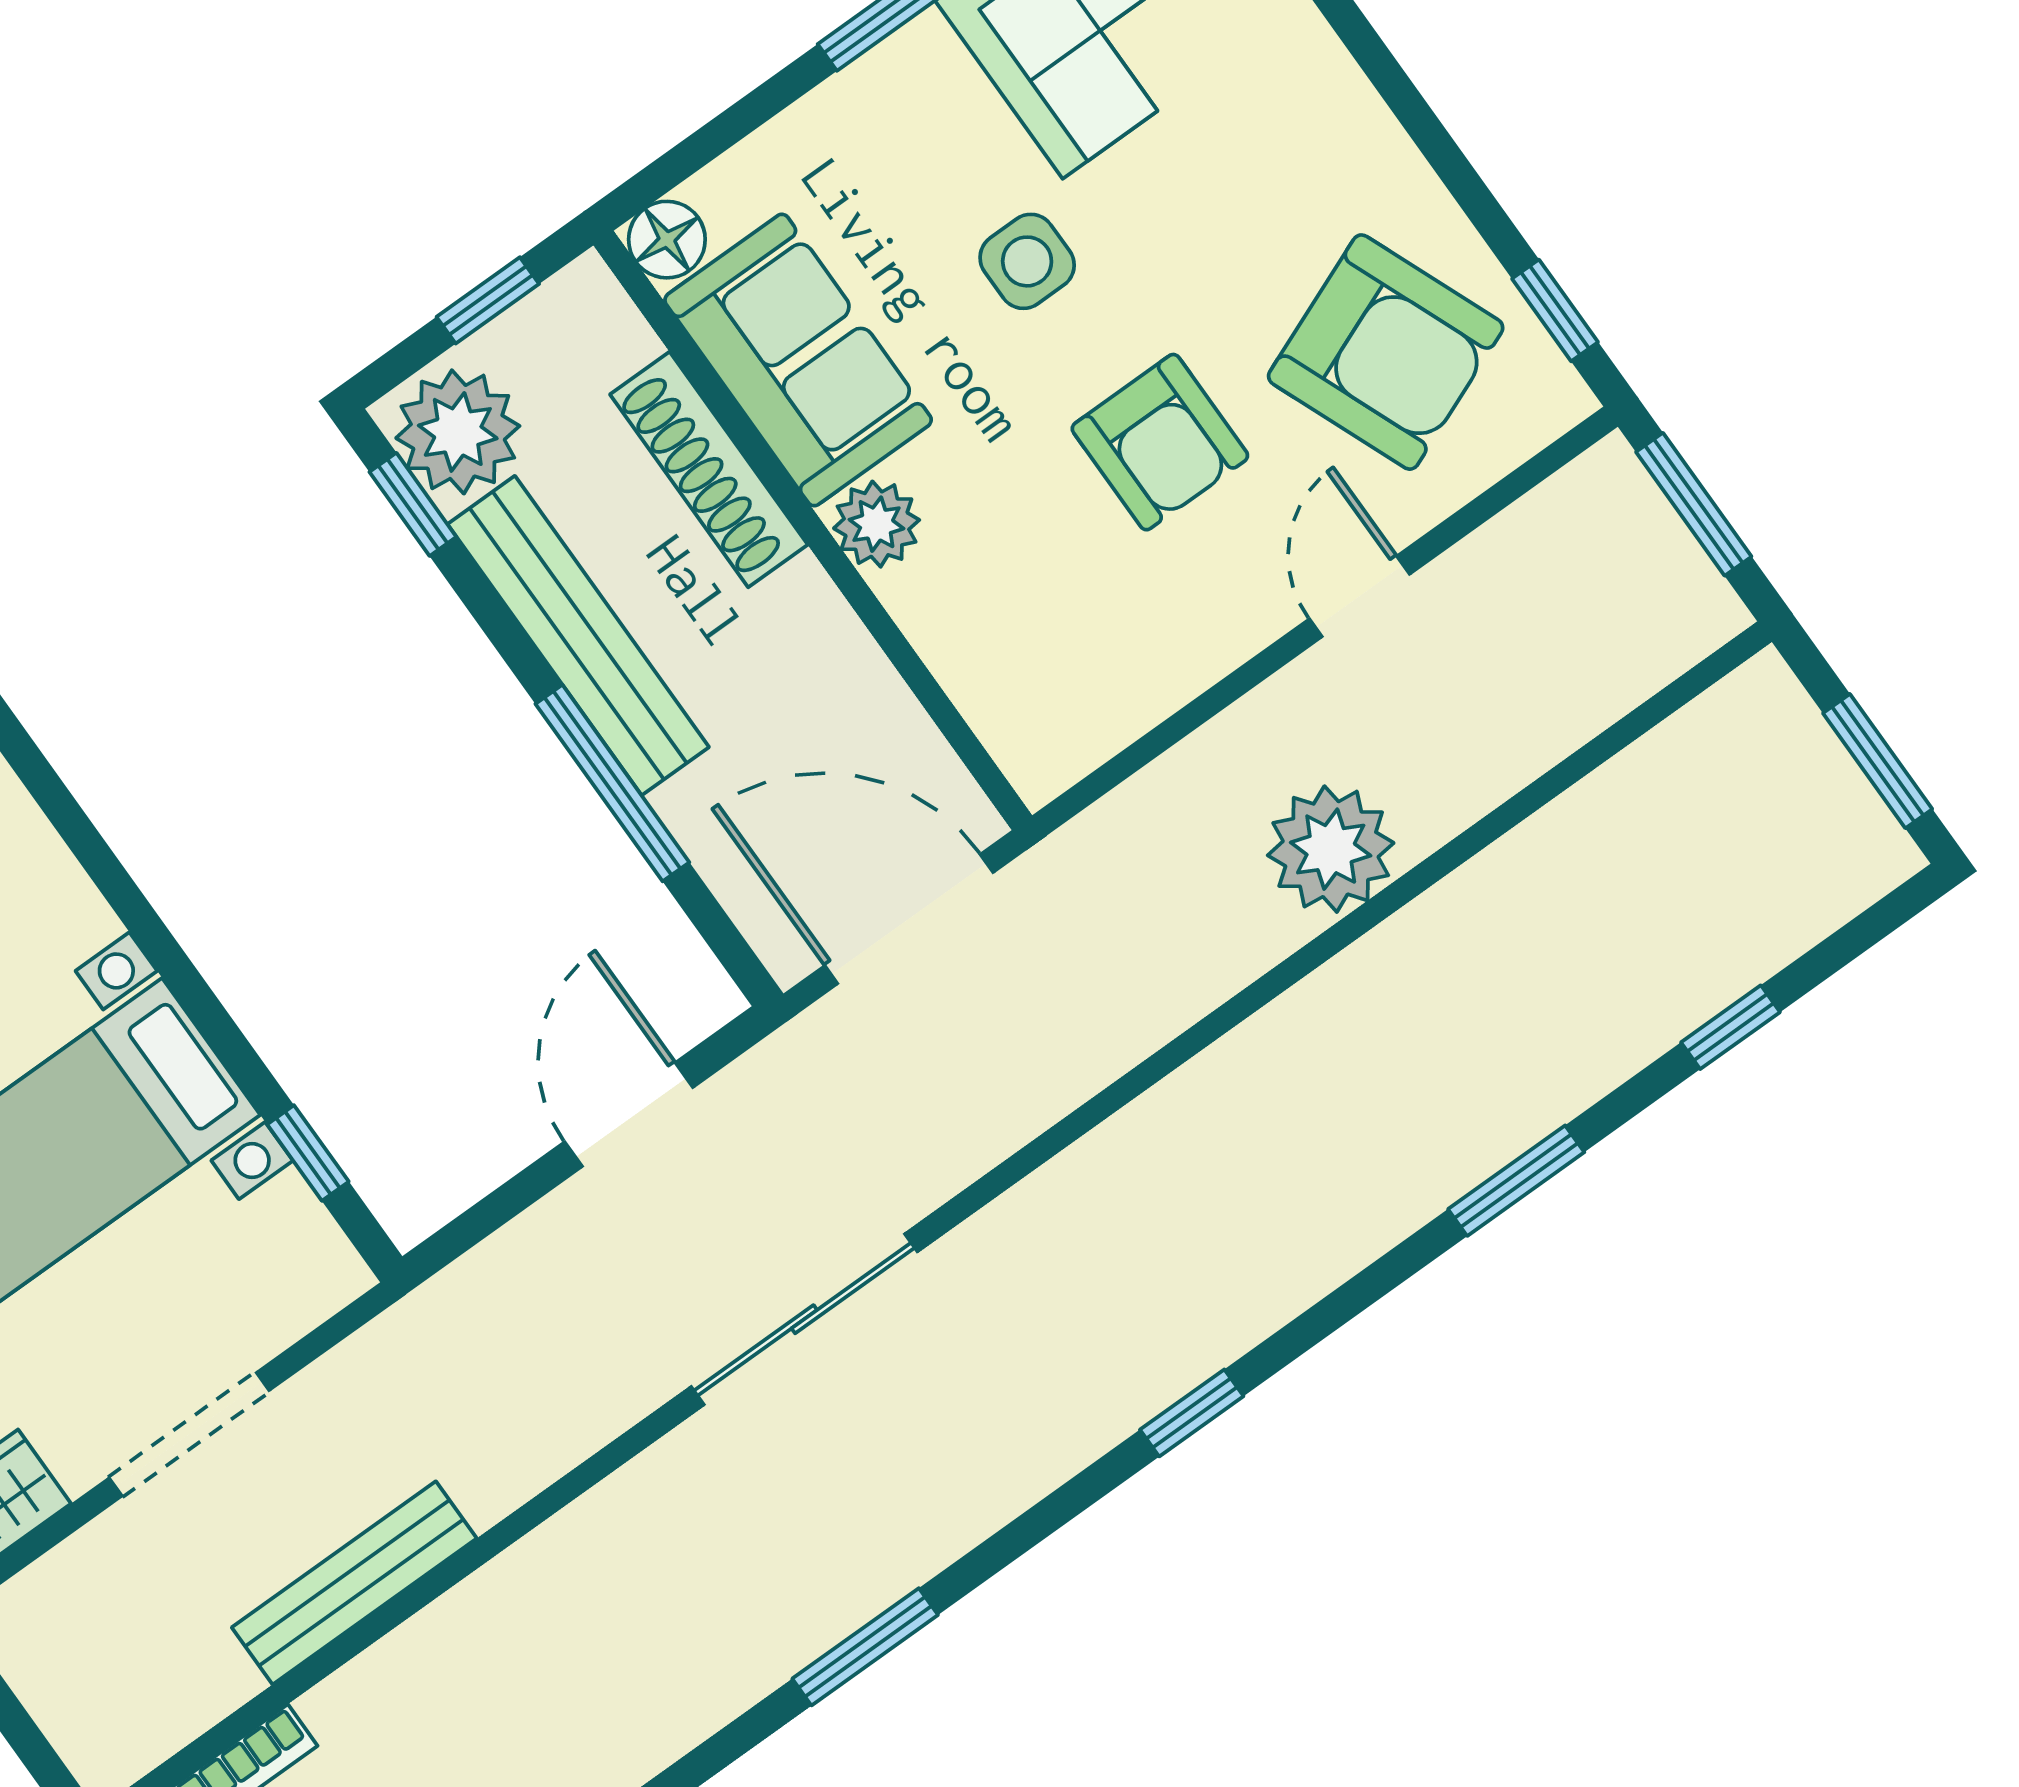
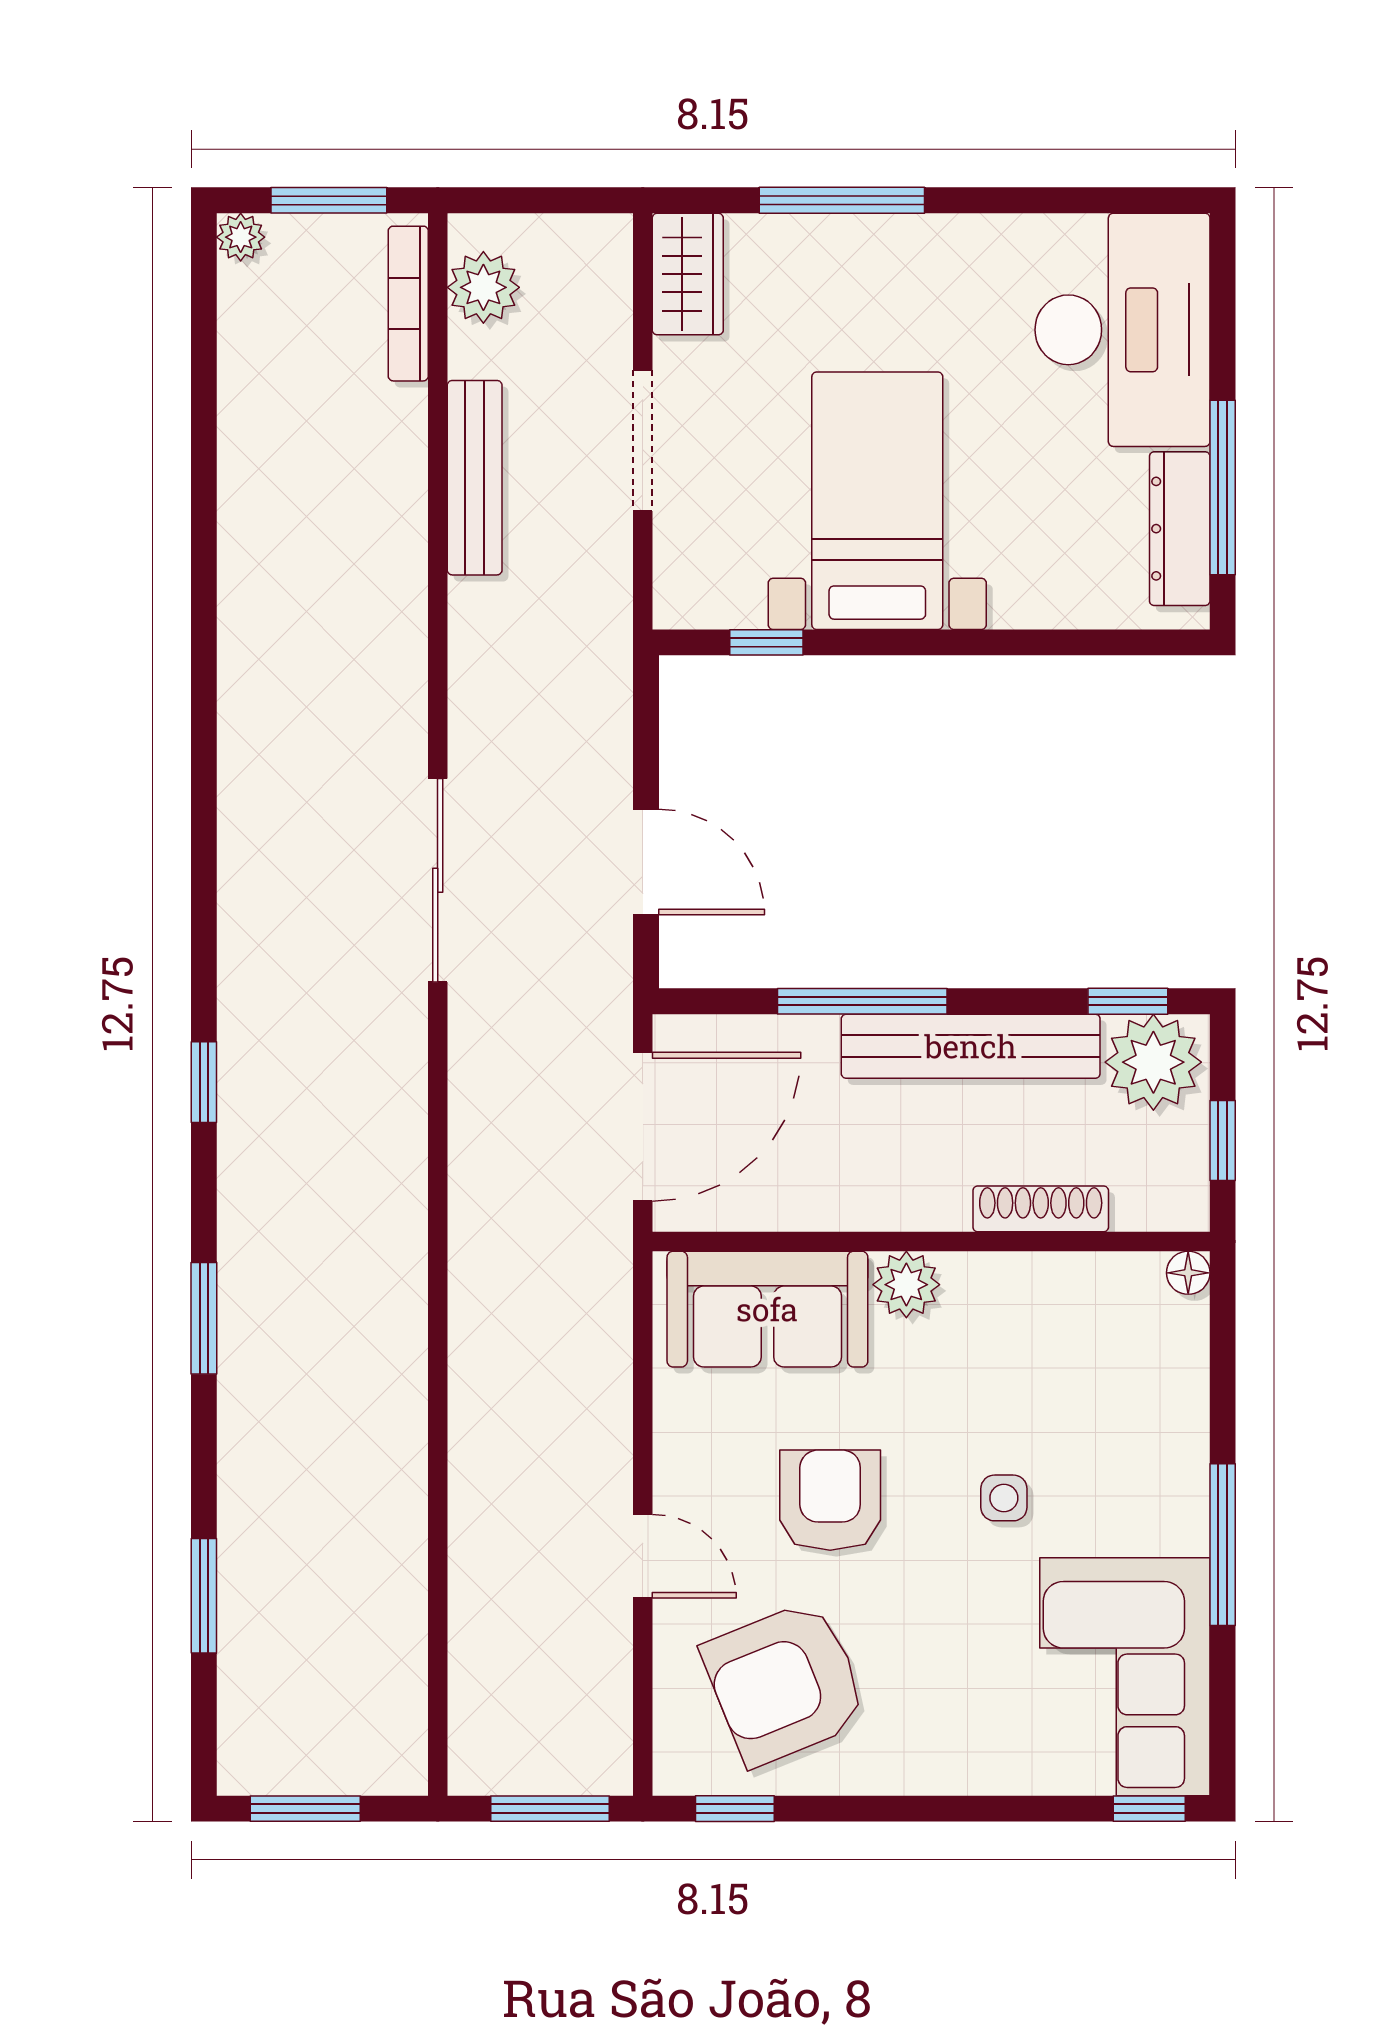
floor lamp: (667, 240) -> (1188, 1273), width x0.73, depth x0.73
side table: (1027, 261) -> (1004, 1498), width x0.73, depth x0.73
sofa: (798, 360) -> (767, 1309), moved
armchair: (1160, 442) -> (830, 1500), turned 90
shoe rack: (709, 470) -> (1041, 1209), width x0.74, depth x0.81
plant: (1331, 849) -> (483, 287), moved, width x0.73, depth x0.73
window: (1731, 1027) -> (204, 1596), width x1.50
window: (1516, 1181) -> (204, 1318), moved
window: (865, 1647) -> (204, 771), removed

